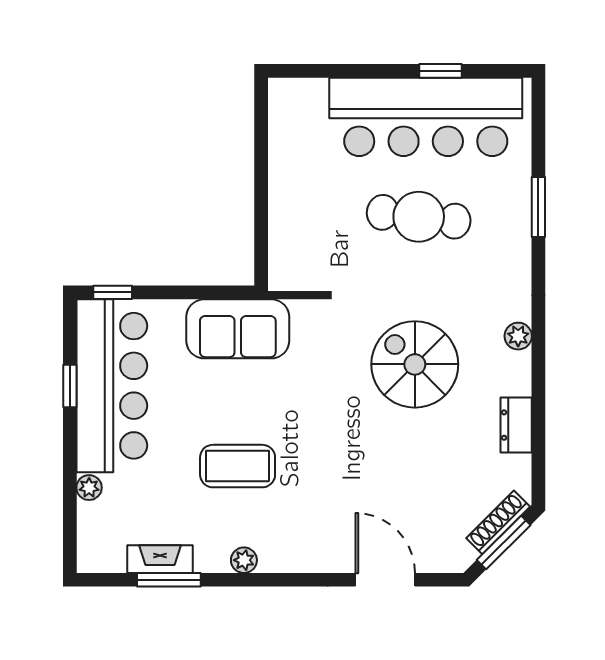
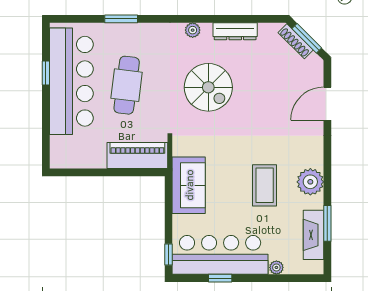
piano: (292, 236) -> (137, 155), added
spiral stairs: (415, 364) -> (208, 87), turned -90
dresser: (516, 425) -> (235, 31), width x1.44
fireplace: (160, 559) -> (314, 235), width x1.37, depth x1.32
plant: (244, 560) -> (310, 182), width x1.88, depth x1.88

